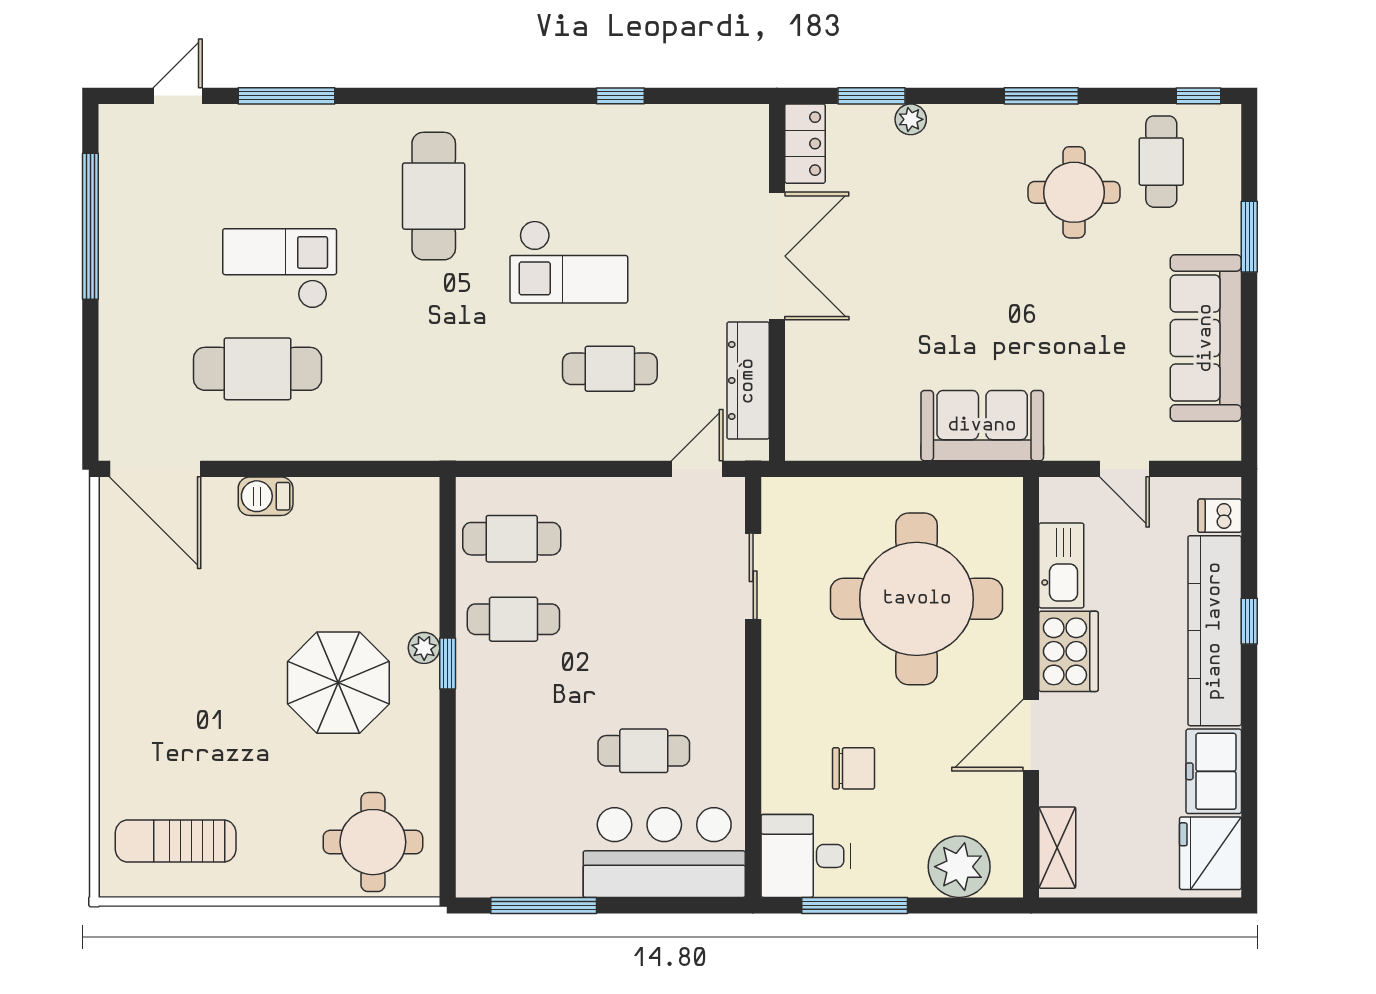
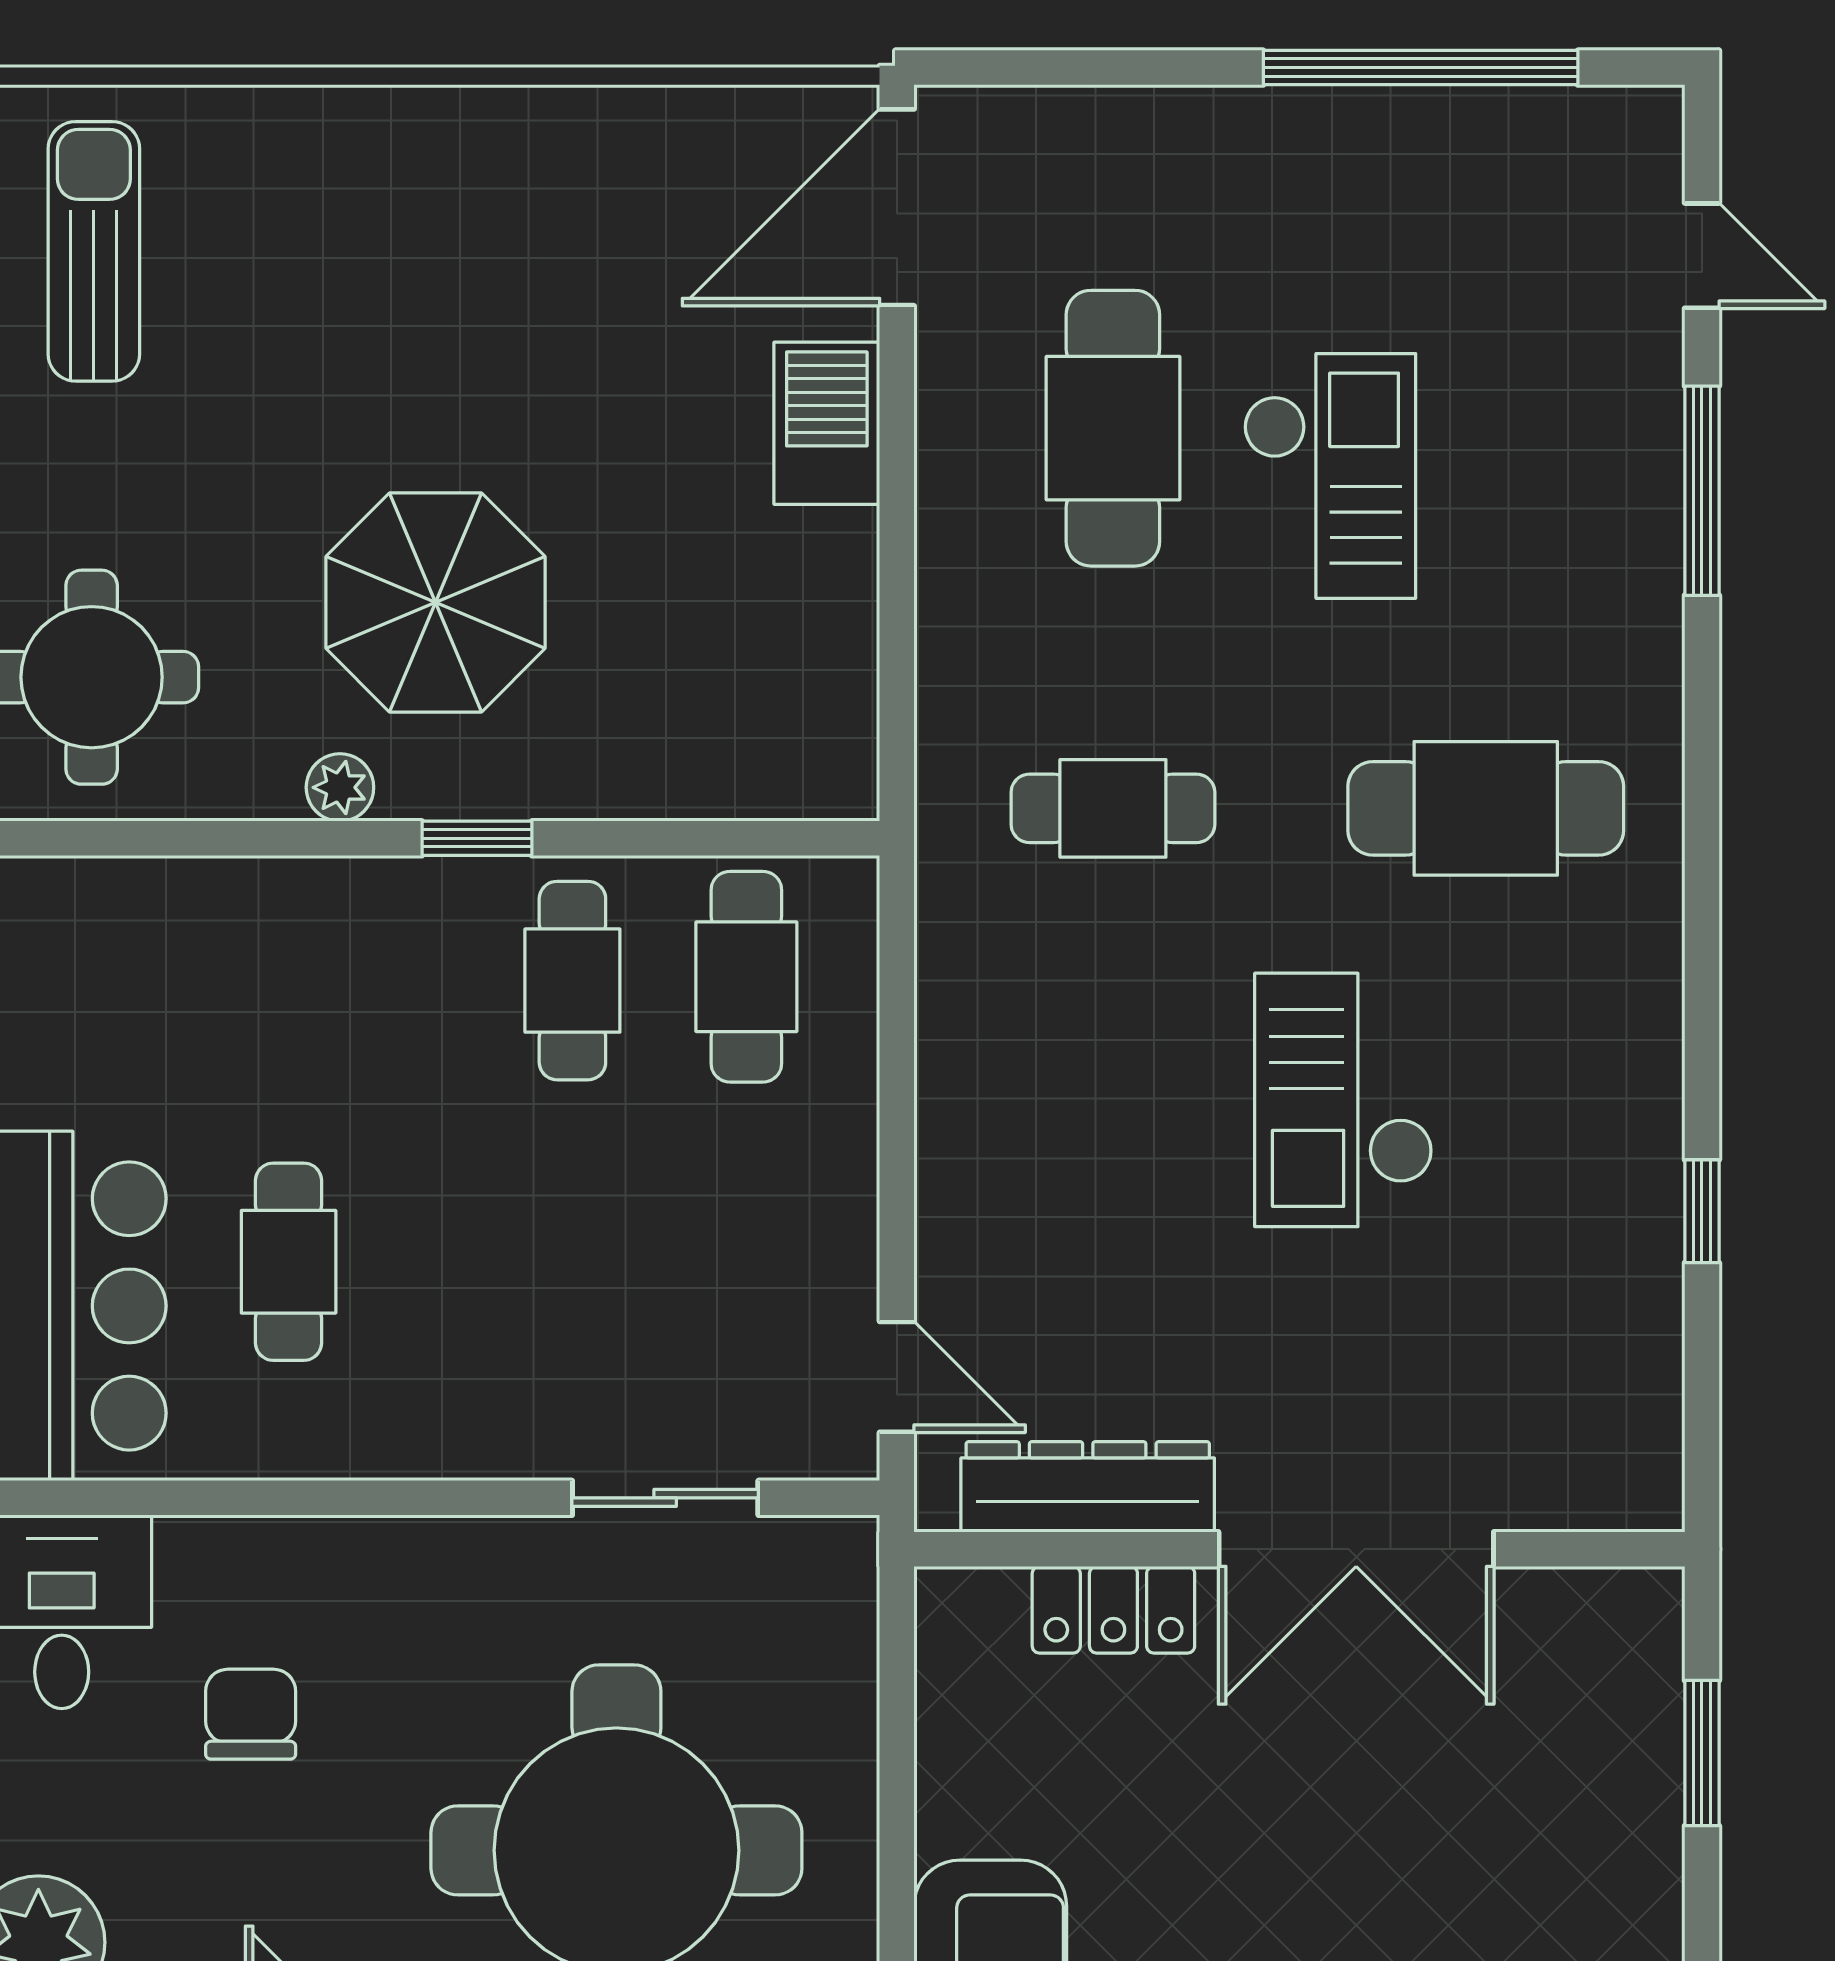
plant: (911, 119) -> (1651, 1838), removed
locker: (805, 144) -> (1113, 1610), moved
cafe table: (610, 369) -> (1113, 808), moved, turned 90
barbecue: (266, 496) -> (827, 423), width x1.38, depth x1.27
plant: (424, 648) -> (340, 787), moved
chair: (853, 768) -> (251, 1714), turned 180

